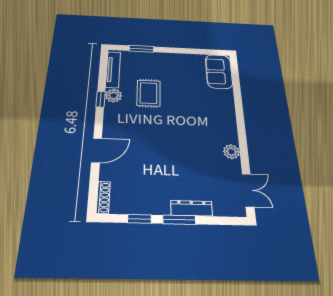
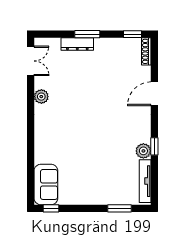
window: (212, 52) -> (51, 208), added
rug: (149, 93) -> (112, 155), removed
double door: (248, 190) -> (31, 61), swing flipped
window: (140, 219) -> (133, 34), moved

